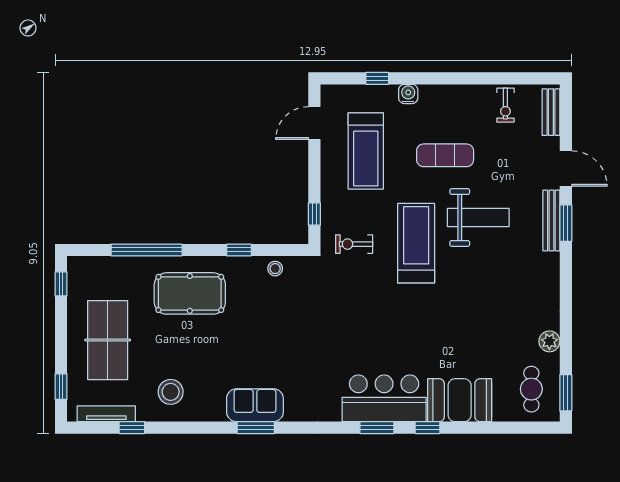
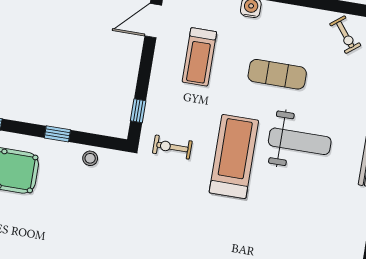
exercise bike: (505, 105) -> (345, 35), turned -38
treadmill: (366, 151) -> (199, 57), width x0.73, depth x0.73

